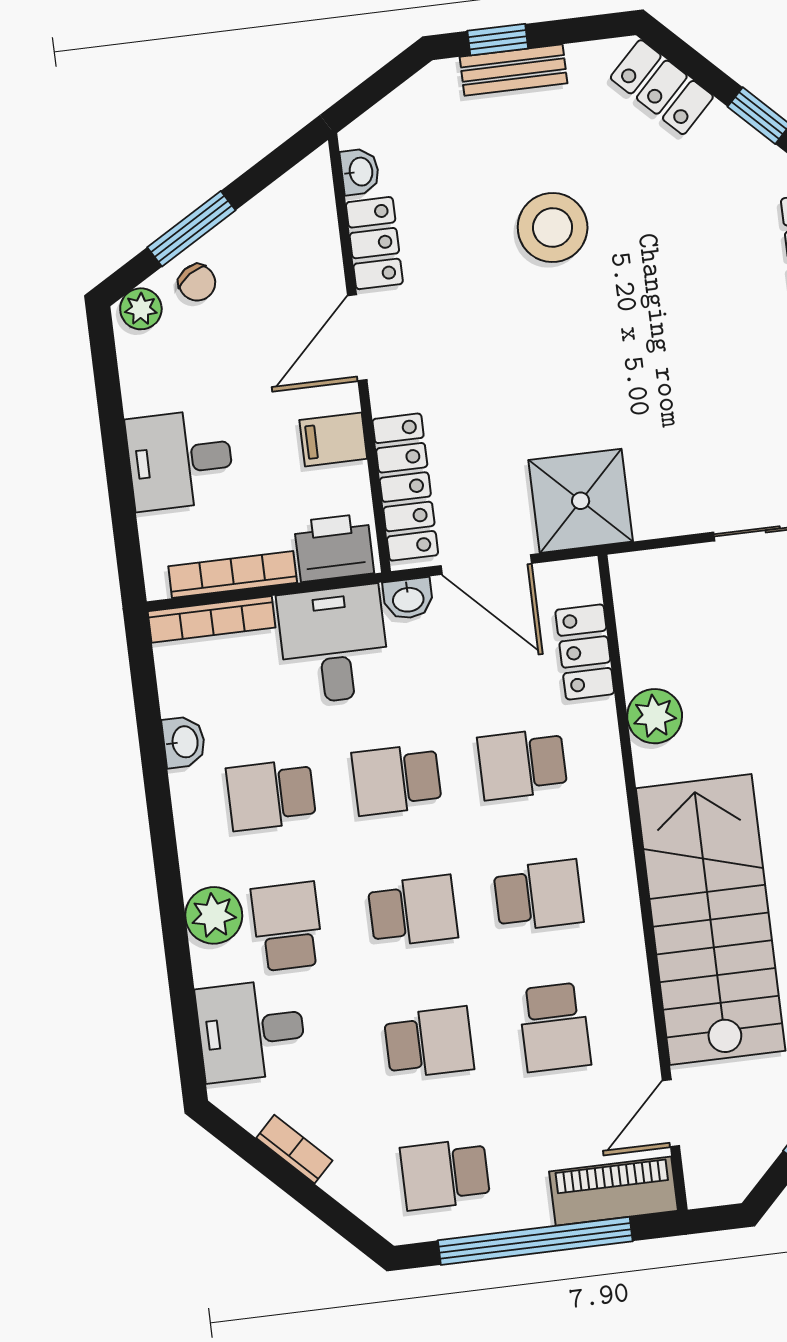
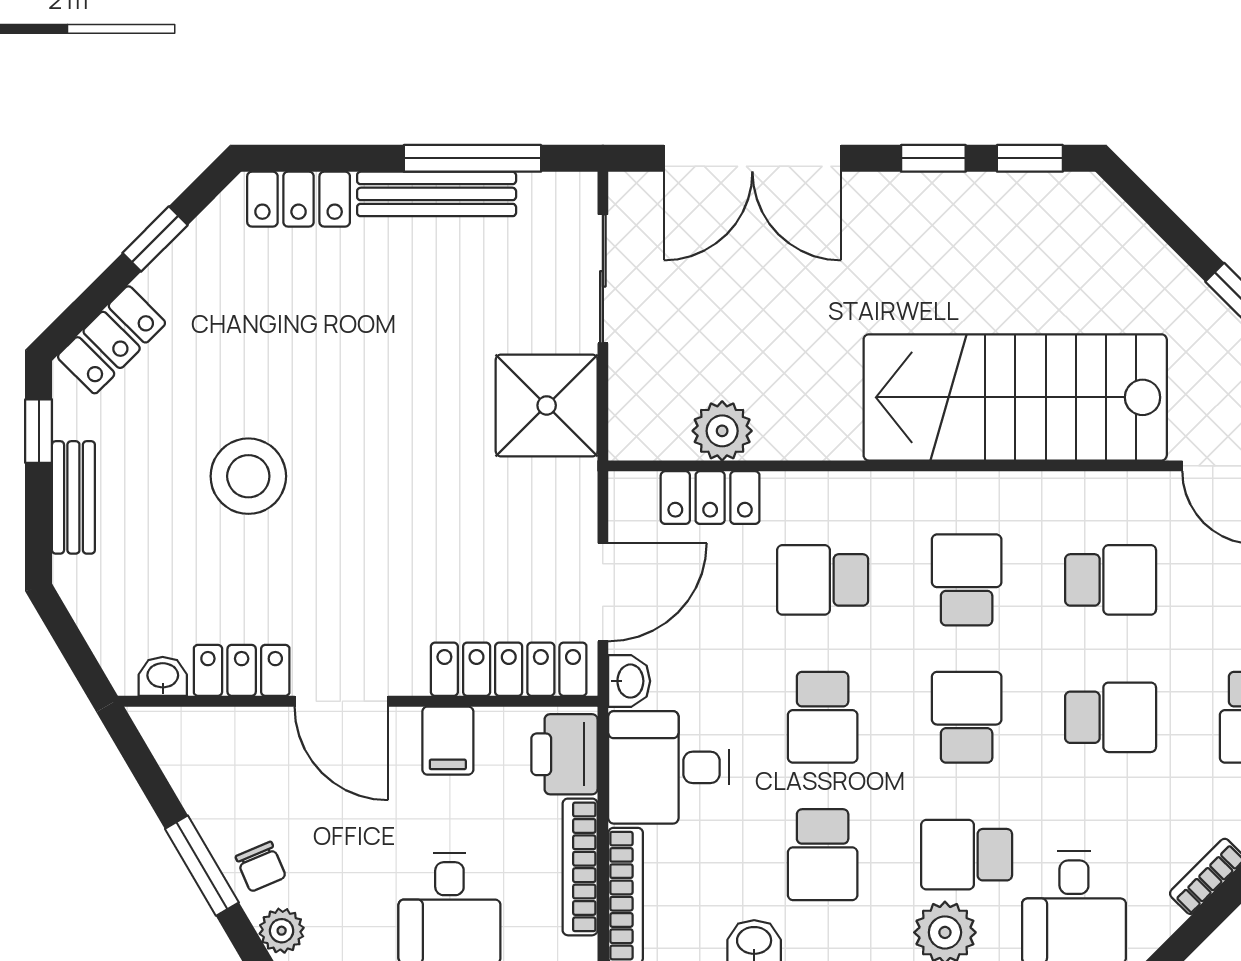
window: (498, 40) -> (39, 431), moved
chair: (197, 283) -> (261, 867), turned 100
shower: (581, 501) -> (547, 405), moved
plant: (655, 716) -> (722, 431), moved
school desk: (522, 764) -> (823, 580), turned 90
school desk: (429, 1043) -> (1111, 717), turned 90

